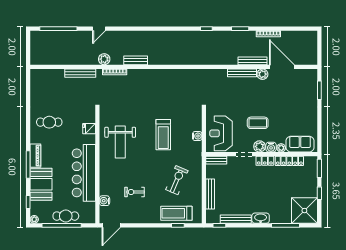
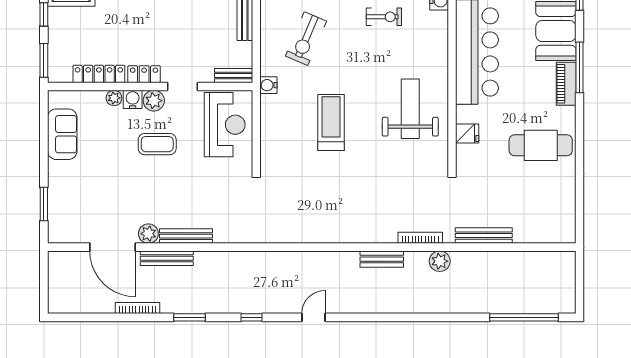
door: (99, 29) -> (313, 317), moved
cafe table: (49, 122) -> (541, 145), width x1.37, depth x1.35
water cooler: (197, 136) -> (268, 85), moved
sofa: (300, 144) -> (62, 134), moved, turned -90

